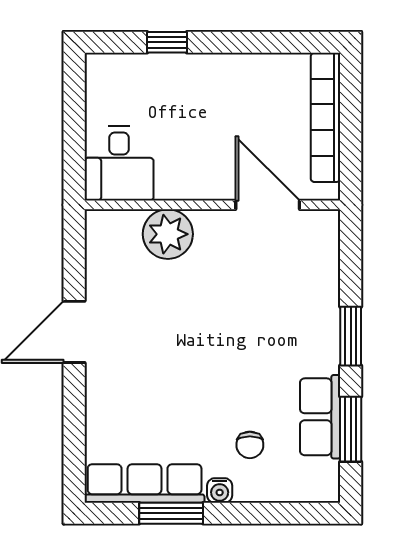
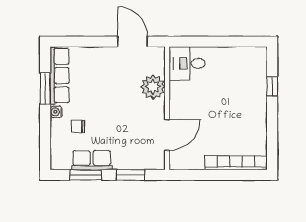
desk: (119, 164) -> (187, 63), moved
wall: (212, 205) -> (167, 108), moved
door: (268, 205) -> (167, 135), moved
plant: (168, 234) -> (153, 87), moved

